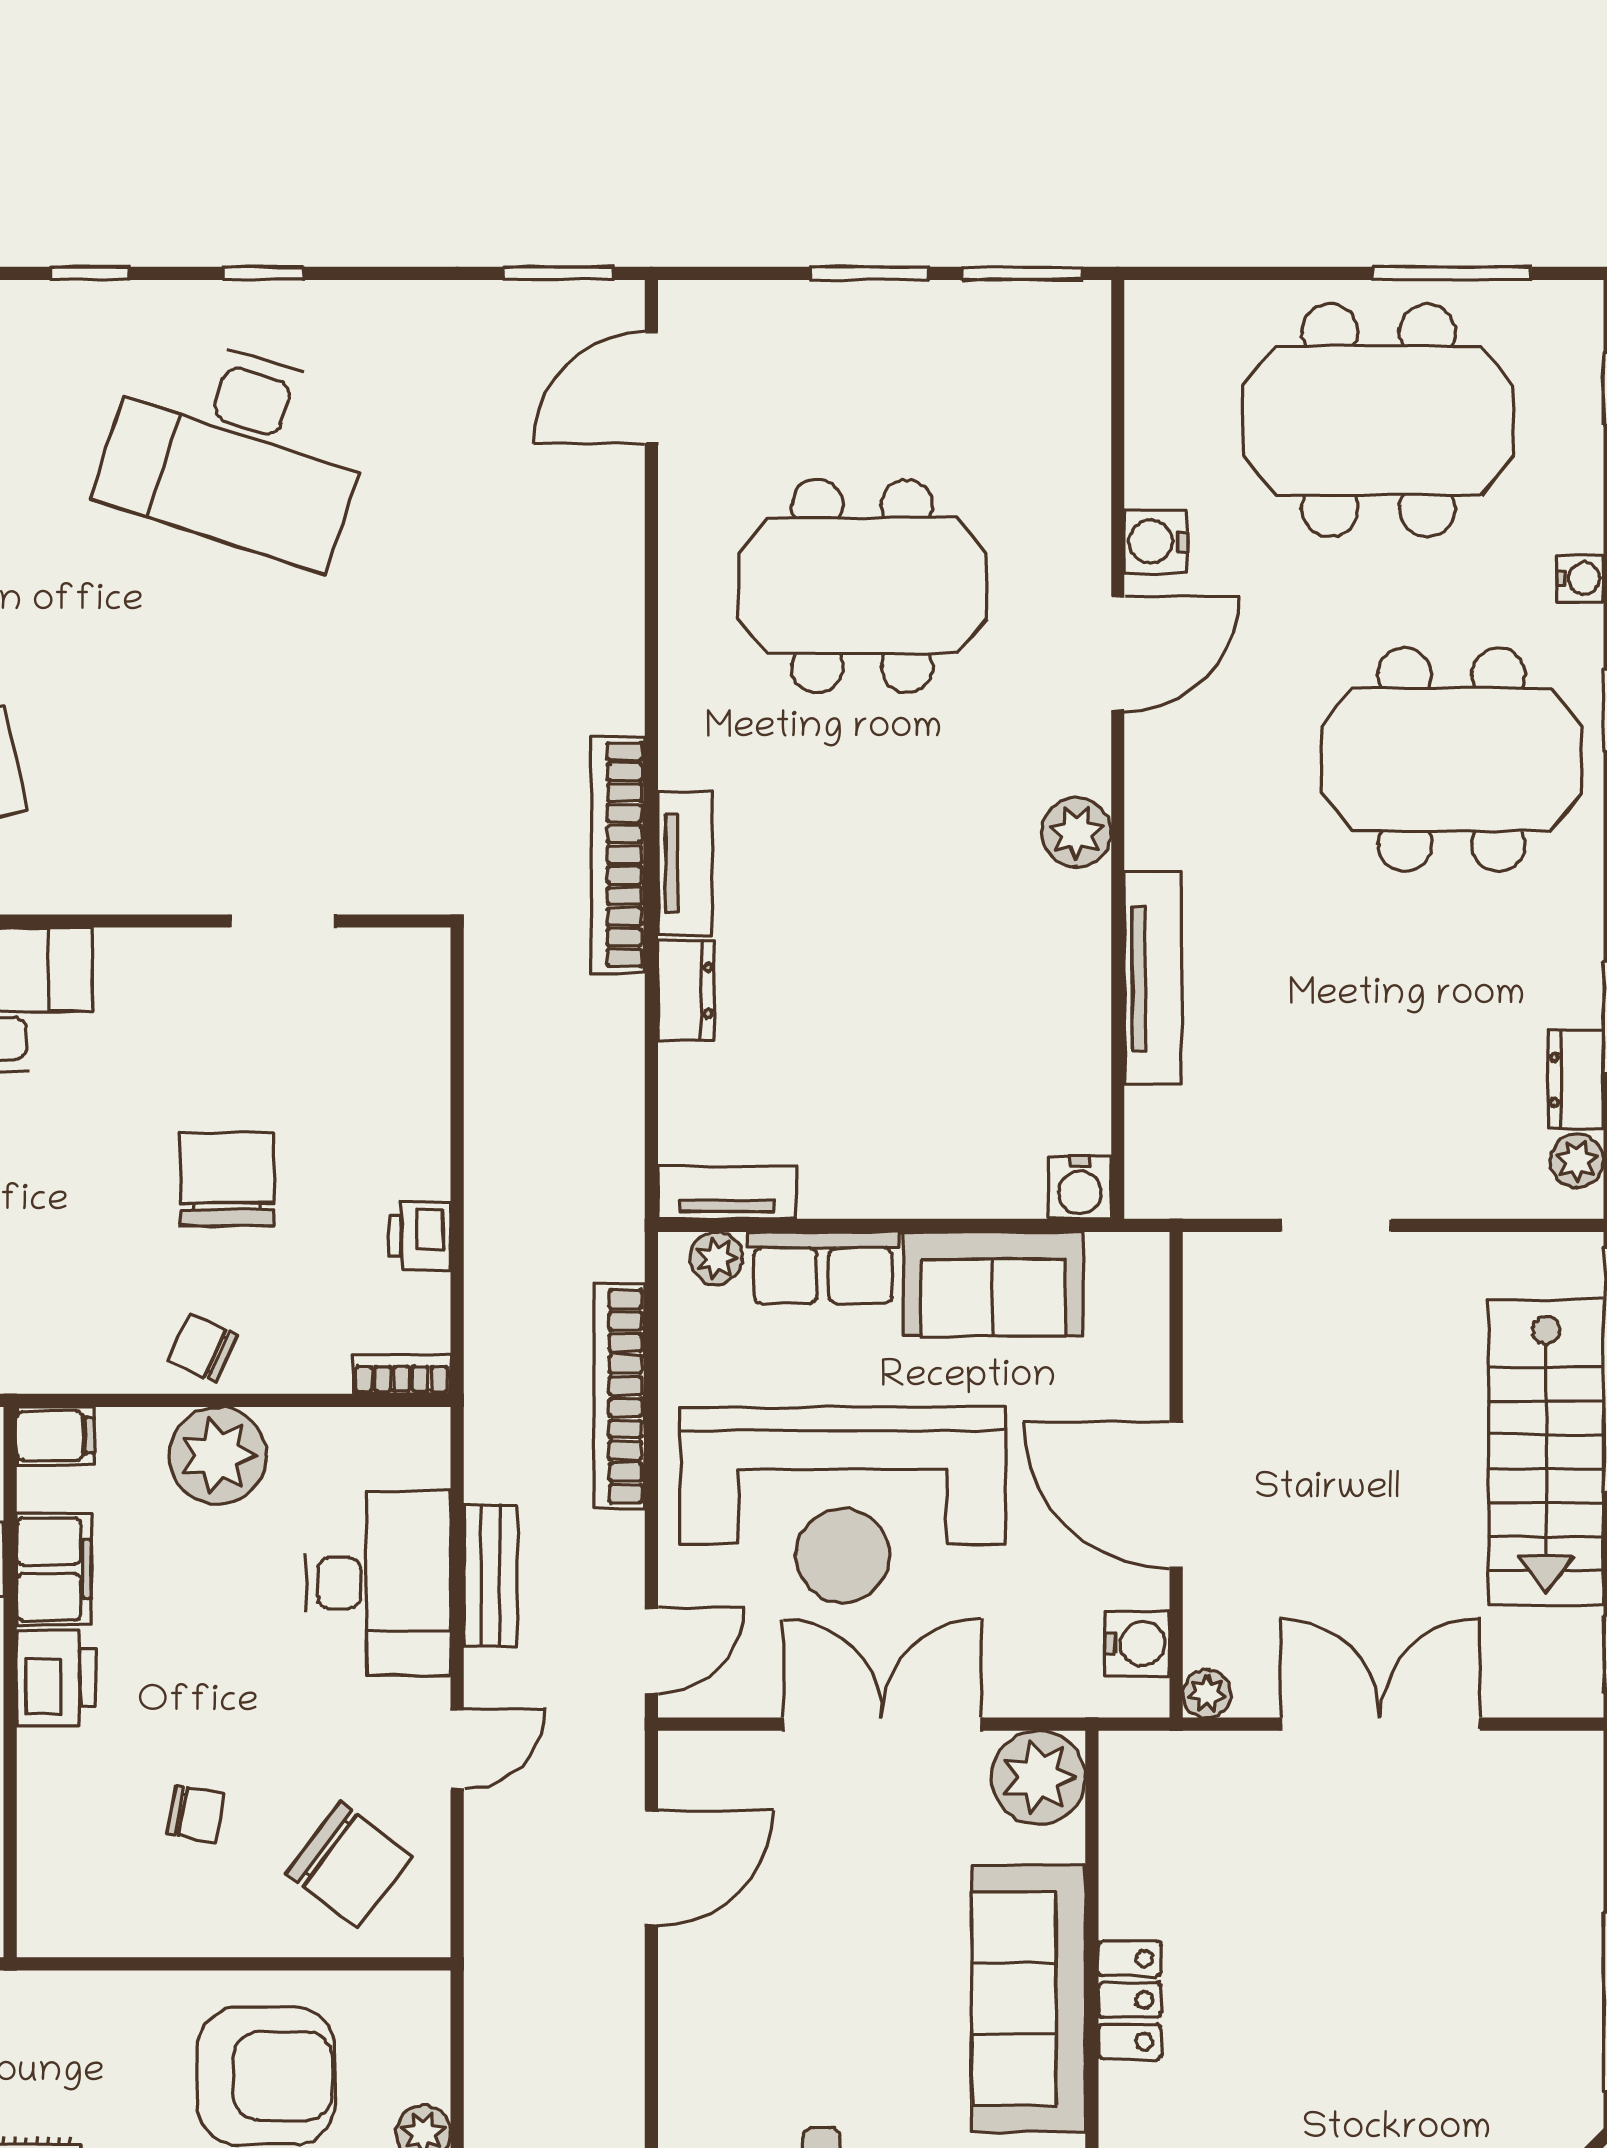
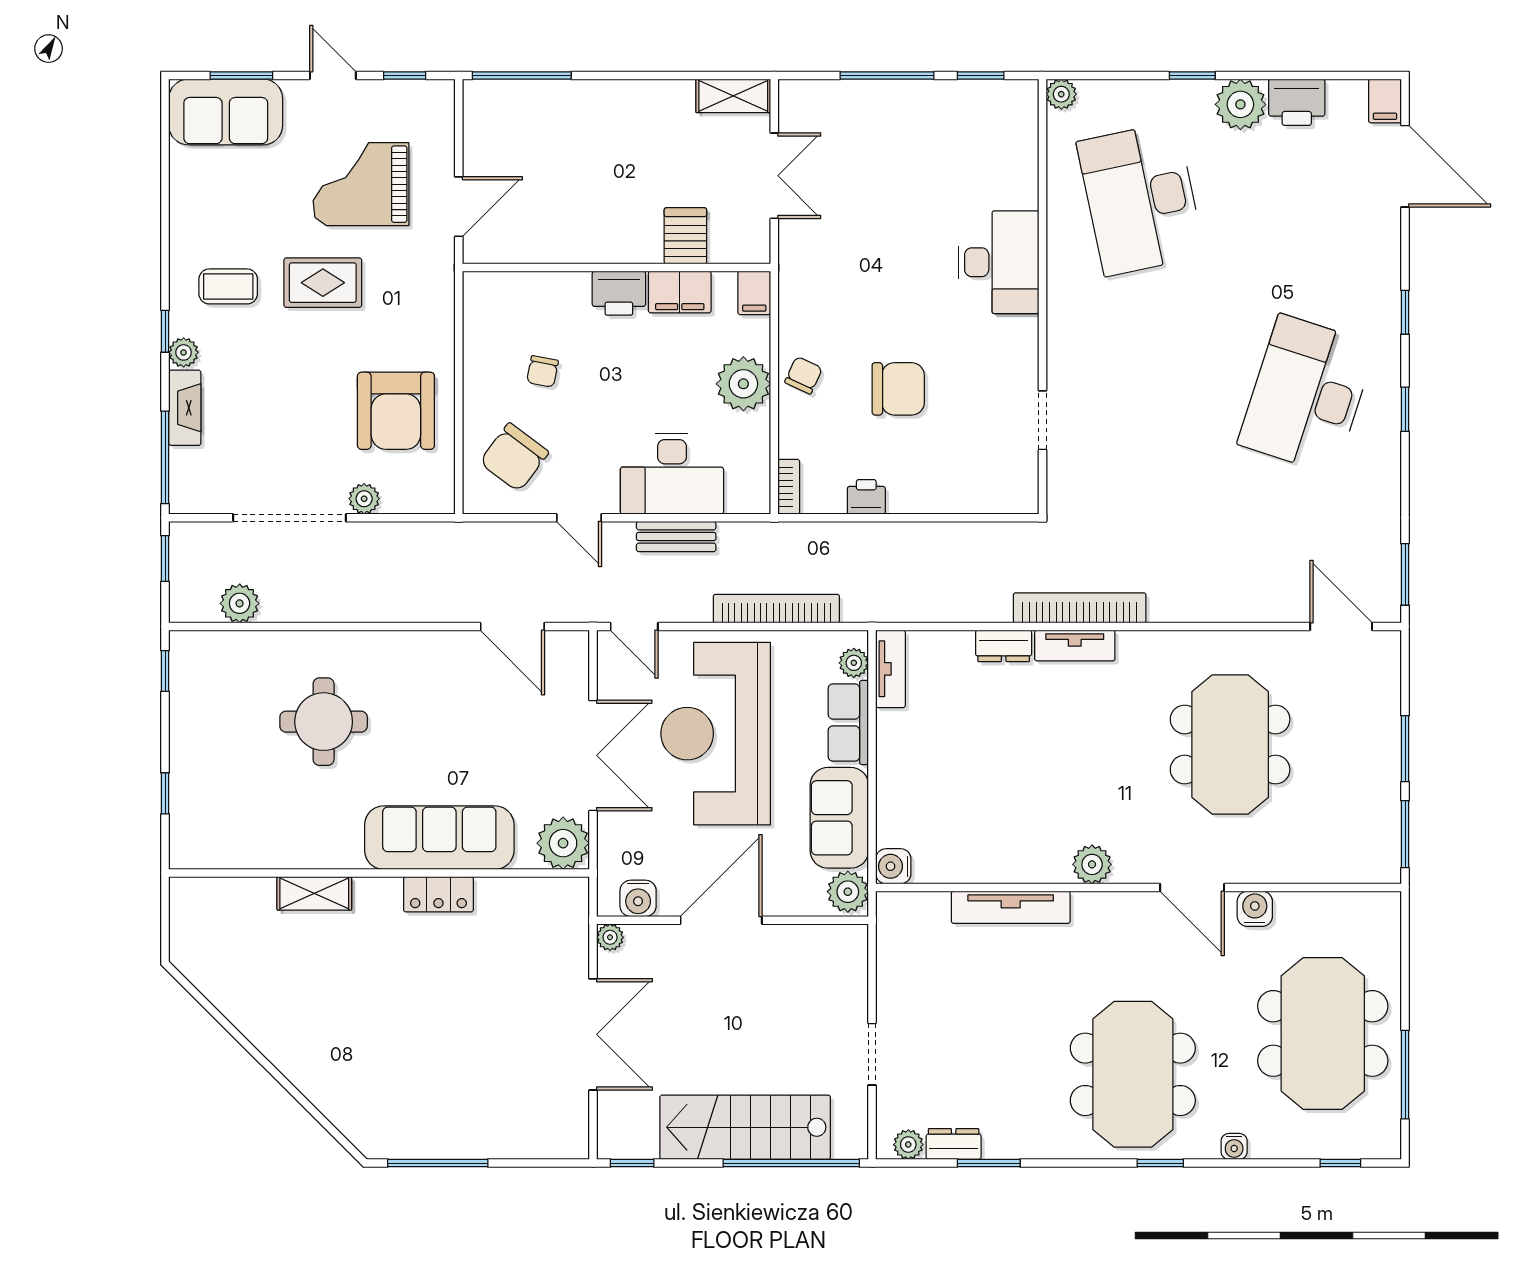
doorway: (1336, 1225) -> (872, 1054), moved
plant: (1125, 1269) -> (848, 892), added

